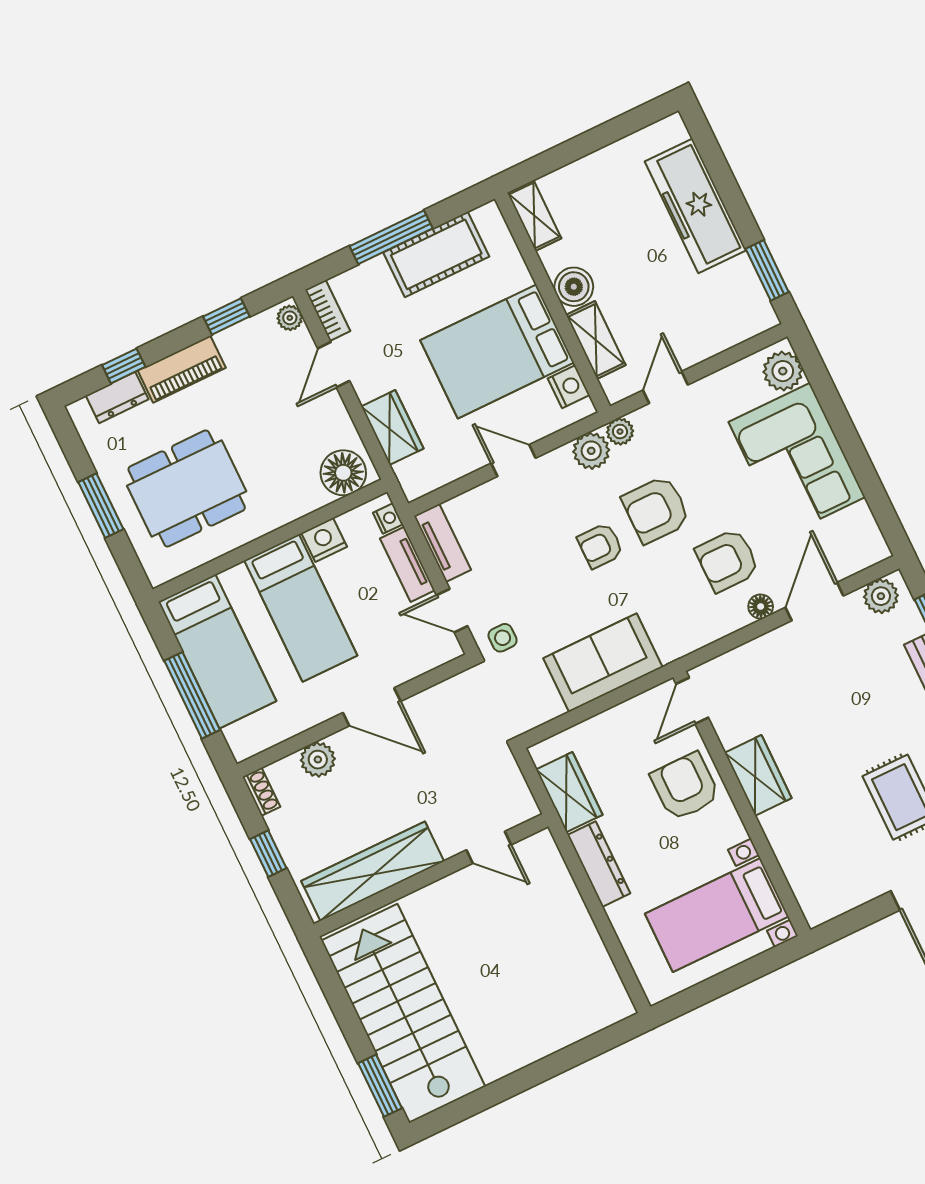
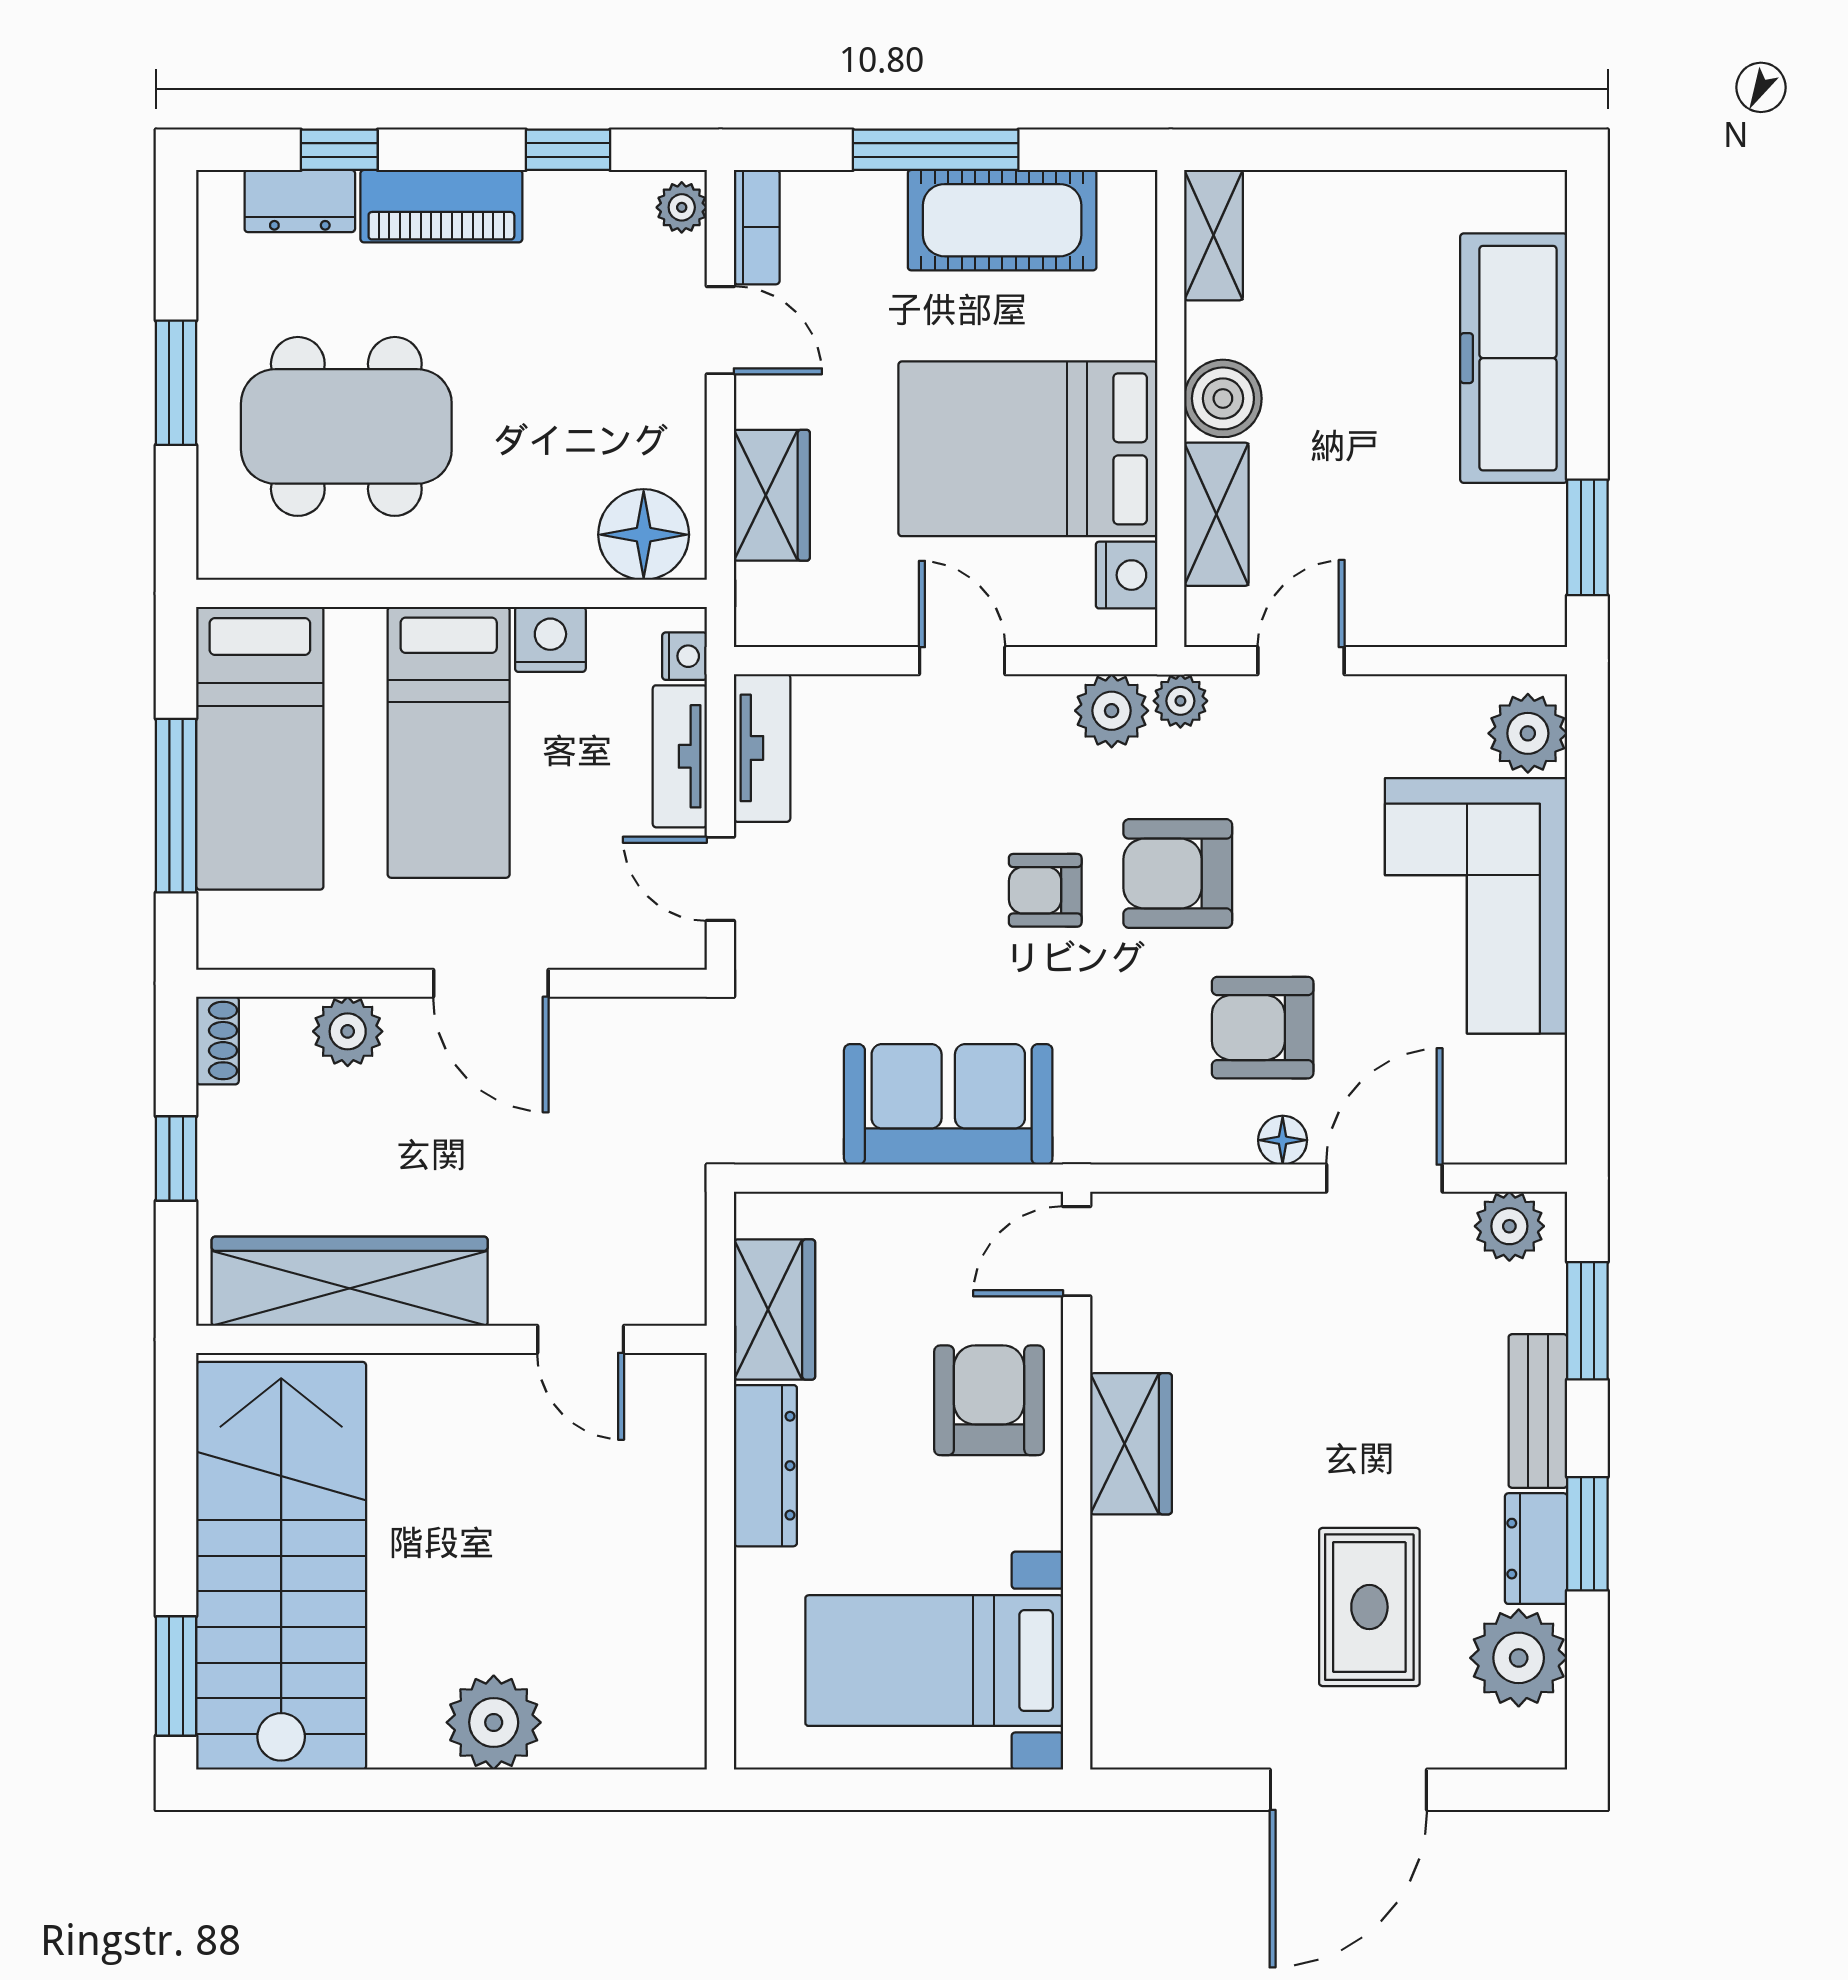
door: (334, 365) -> (720, 330), swing flipped
side table: (503, 638) -> (788, 972), removed
plant: (532, 1038) -> (494, 1722), added

